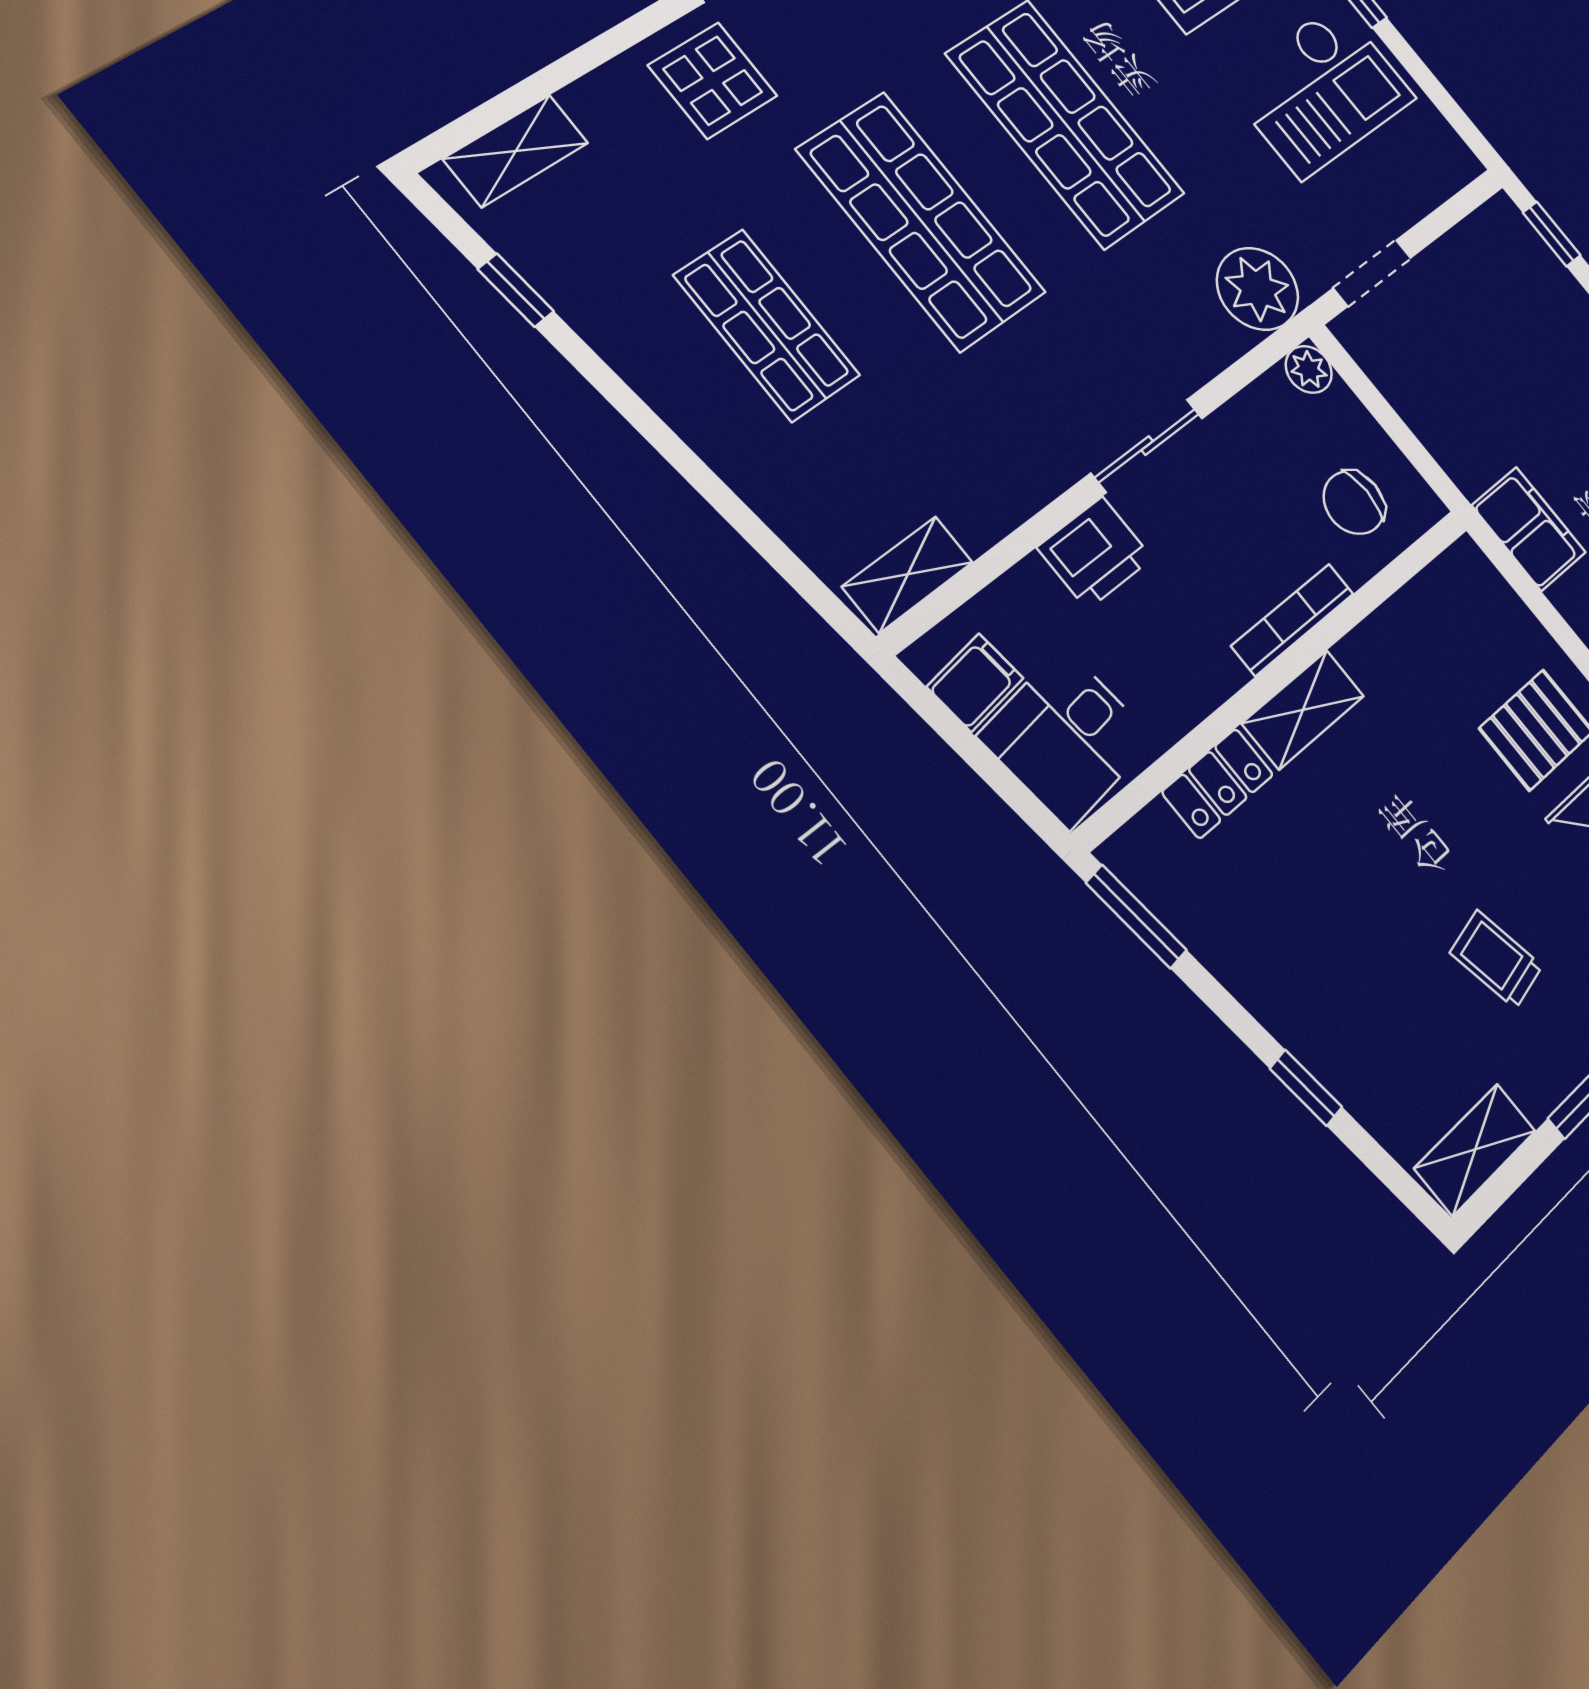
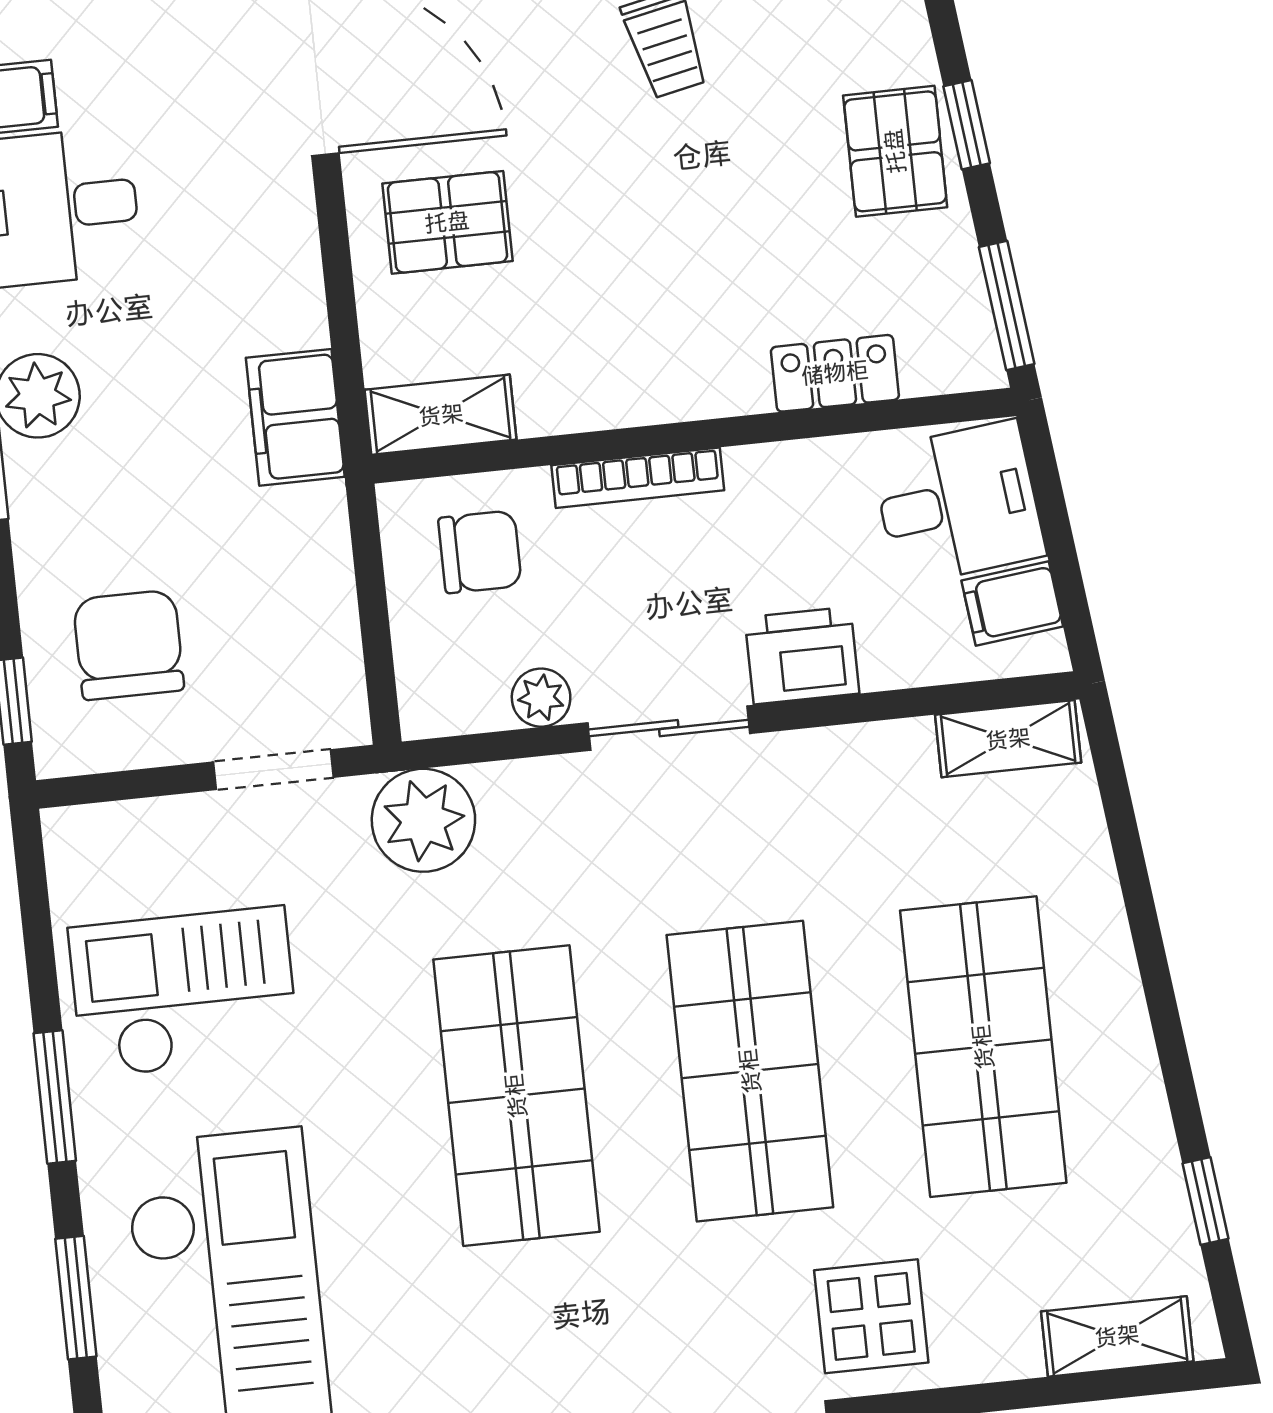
chair: (1514, 310) -> (129, 645), added
shop shelf: (767, 325) -> (983, 1047), width x1.43, depth x1.36
plant: (1309, 369) -> (541, 698), moved
shelving: (1303, 710) -> (441, 415), moved
pallet: (1294, 985) -> (895, 151), added
window: (1306, 1088) -> (967, 125), moved

